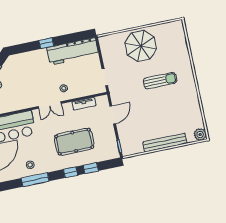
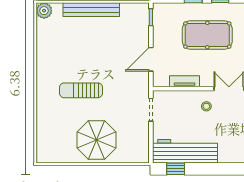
window: (46, 43) -> (176, 169), moved

